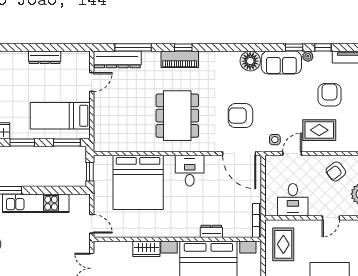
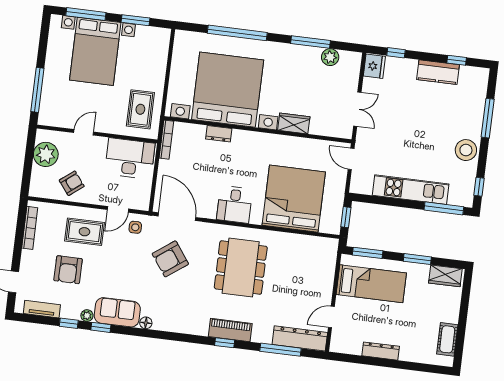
floor lamp: (250, 61) -> (146, 323), width x0.53, depth x0.53
armchair: (240, 116) -> (170, 259), turned 144
desk: (293, 200) -> (130, 158), width x1.37

